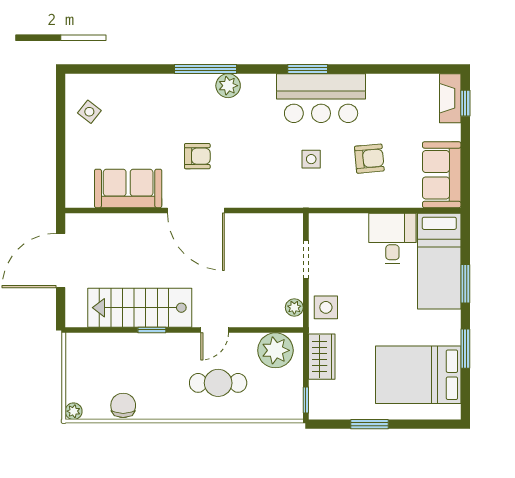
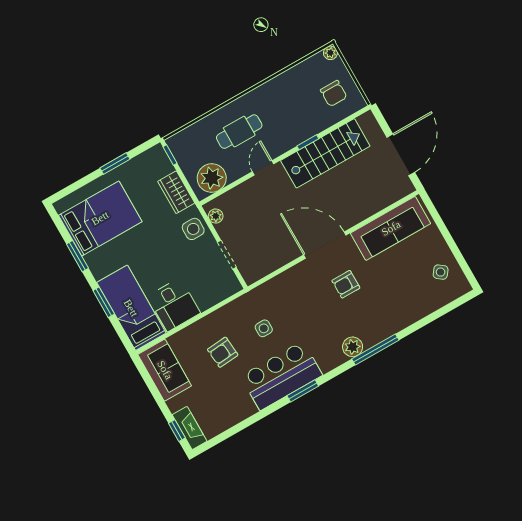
sofa: (128, 188) -> (391, 228), width x1.36
chair: (123, 405) -> (334, 94), moved

